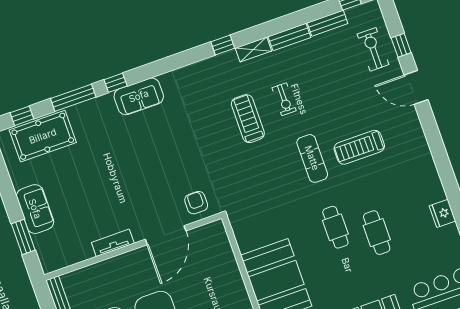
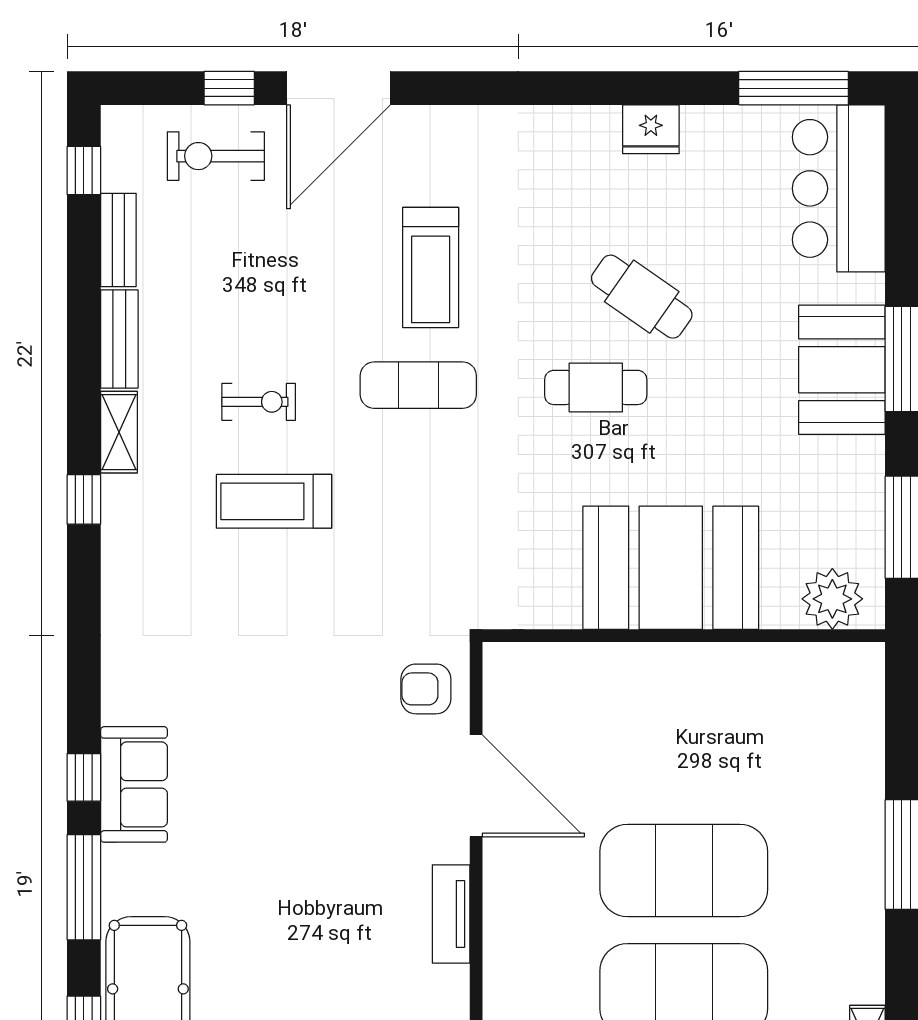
door: (416, 87) -> (338, 88), width x1.36
sofa: (139, 96) -> (134, 784), moved
cafe table: (377, 233) -> (642, 297), turned 35

